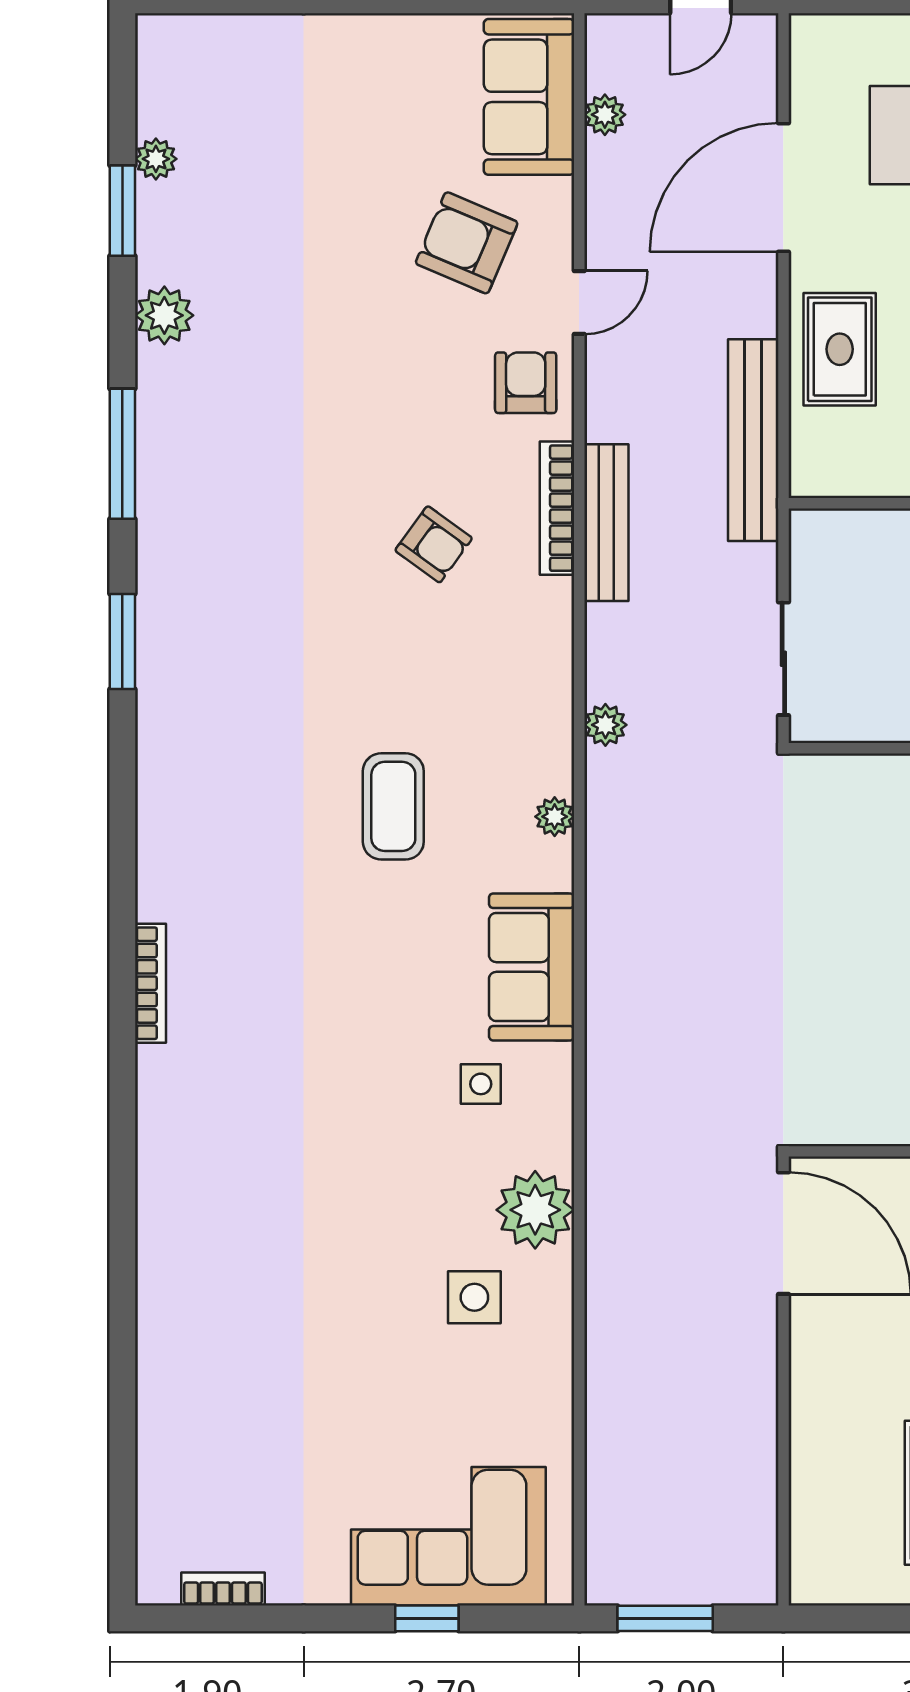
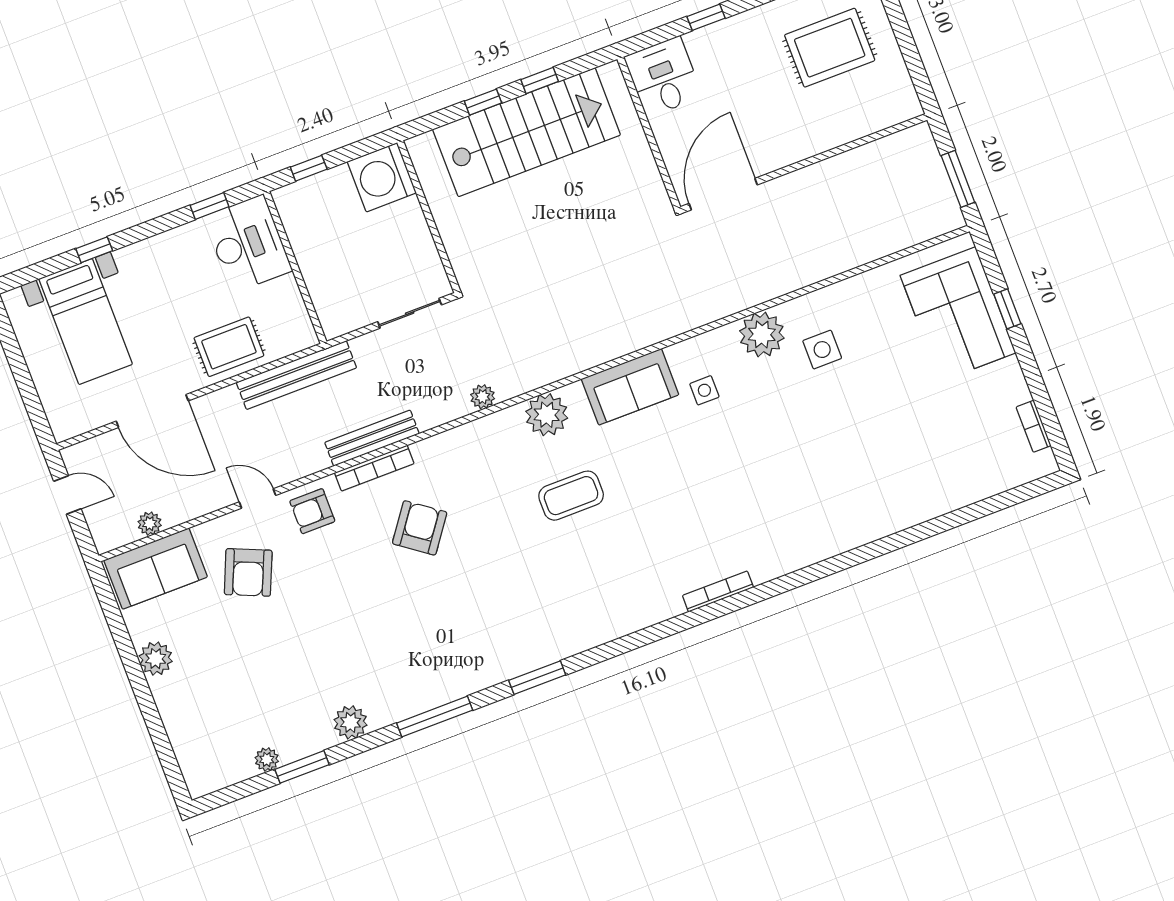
plant: (385, 42) -> (156, 659), added
armchair: (434, 544) -> (420, 528), width x1.38, depth x1.38
plant: (555, 817) -> (547, 415), width x1.88, depth x1.88

